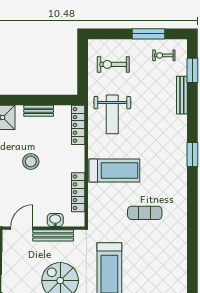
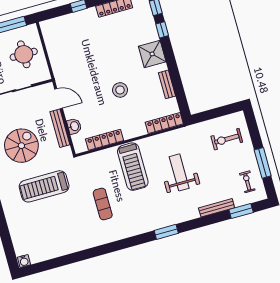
exercise bike: (113, 64) -> (227, 139), turned -90
weight bench: (112, 114) -> (179, 172), moved, turned 90

